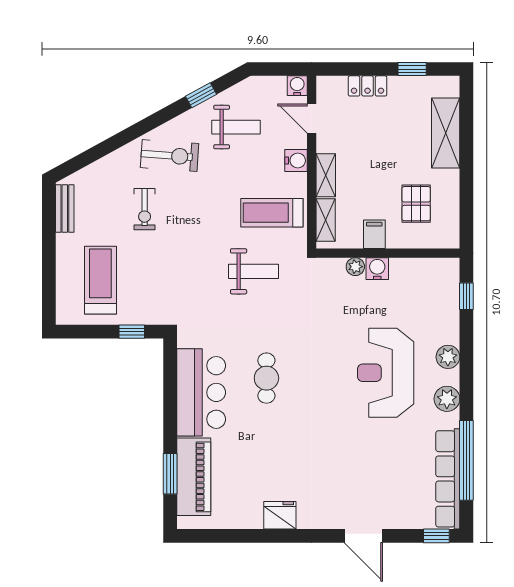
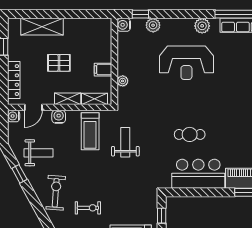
locker: (368, 86) -> (14, 80), width x1.53
weight bench: (236, 127) -> (39, 153), turned 90
pallet: (416, 204) -> (59, 63), moved
water cooler: (377, 269) -> (124, 25), moved
plant: (448, 357) -> (153, 25), moved

